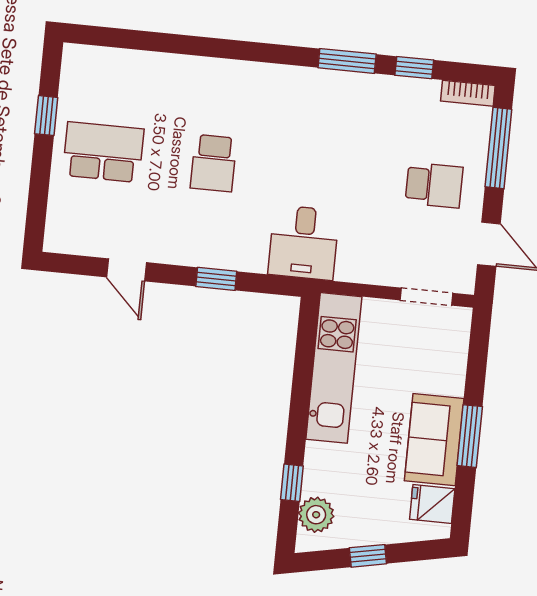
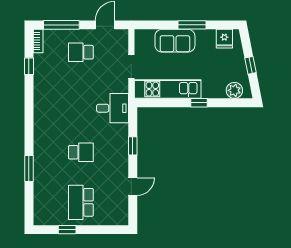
window: (347, 61) -> (29, 168), moved
school desk: (434, 185) -> (81, 52), turned -90
doorway: (426, 297) -> (131, 66), moved
sofa: (434, 440) -> (175, 41), moved
window: (292, 483) -> (199, 103), moved

